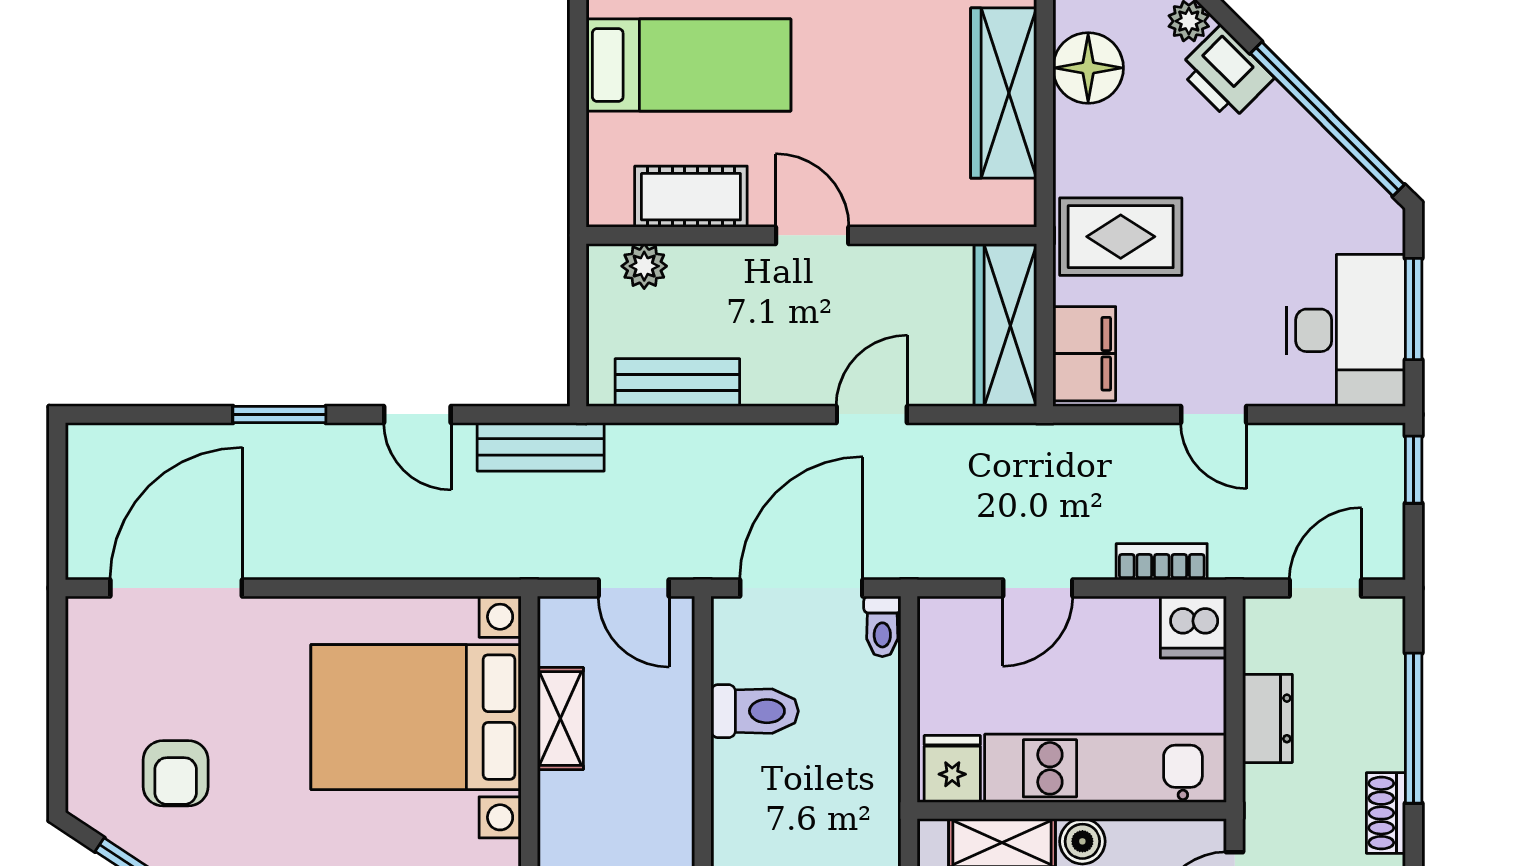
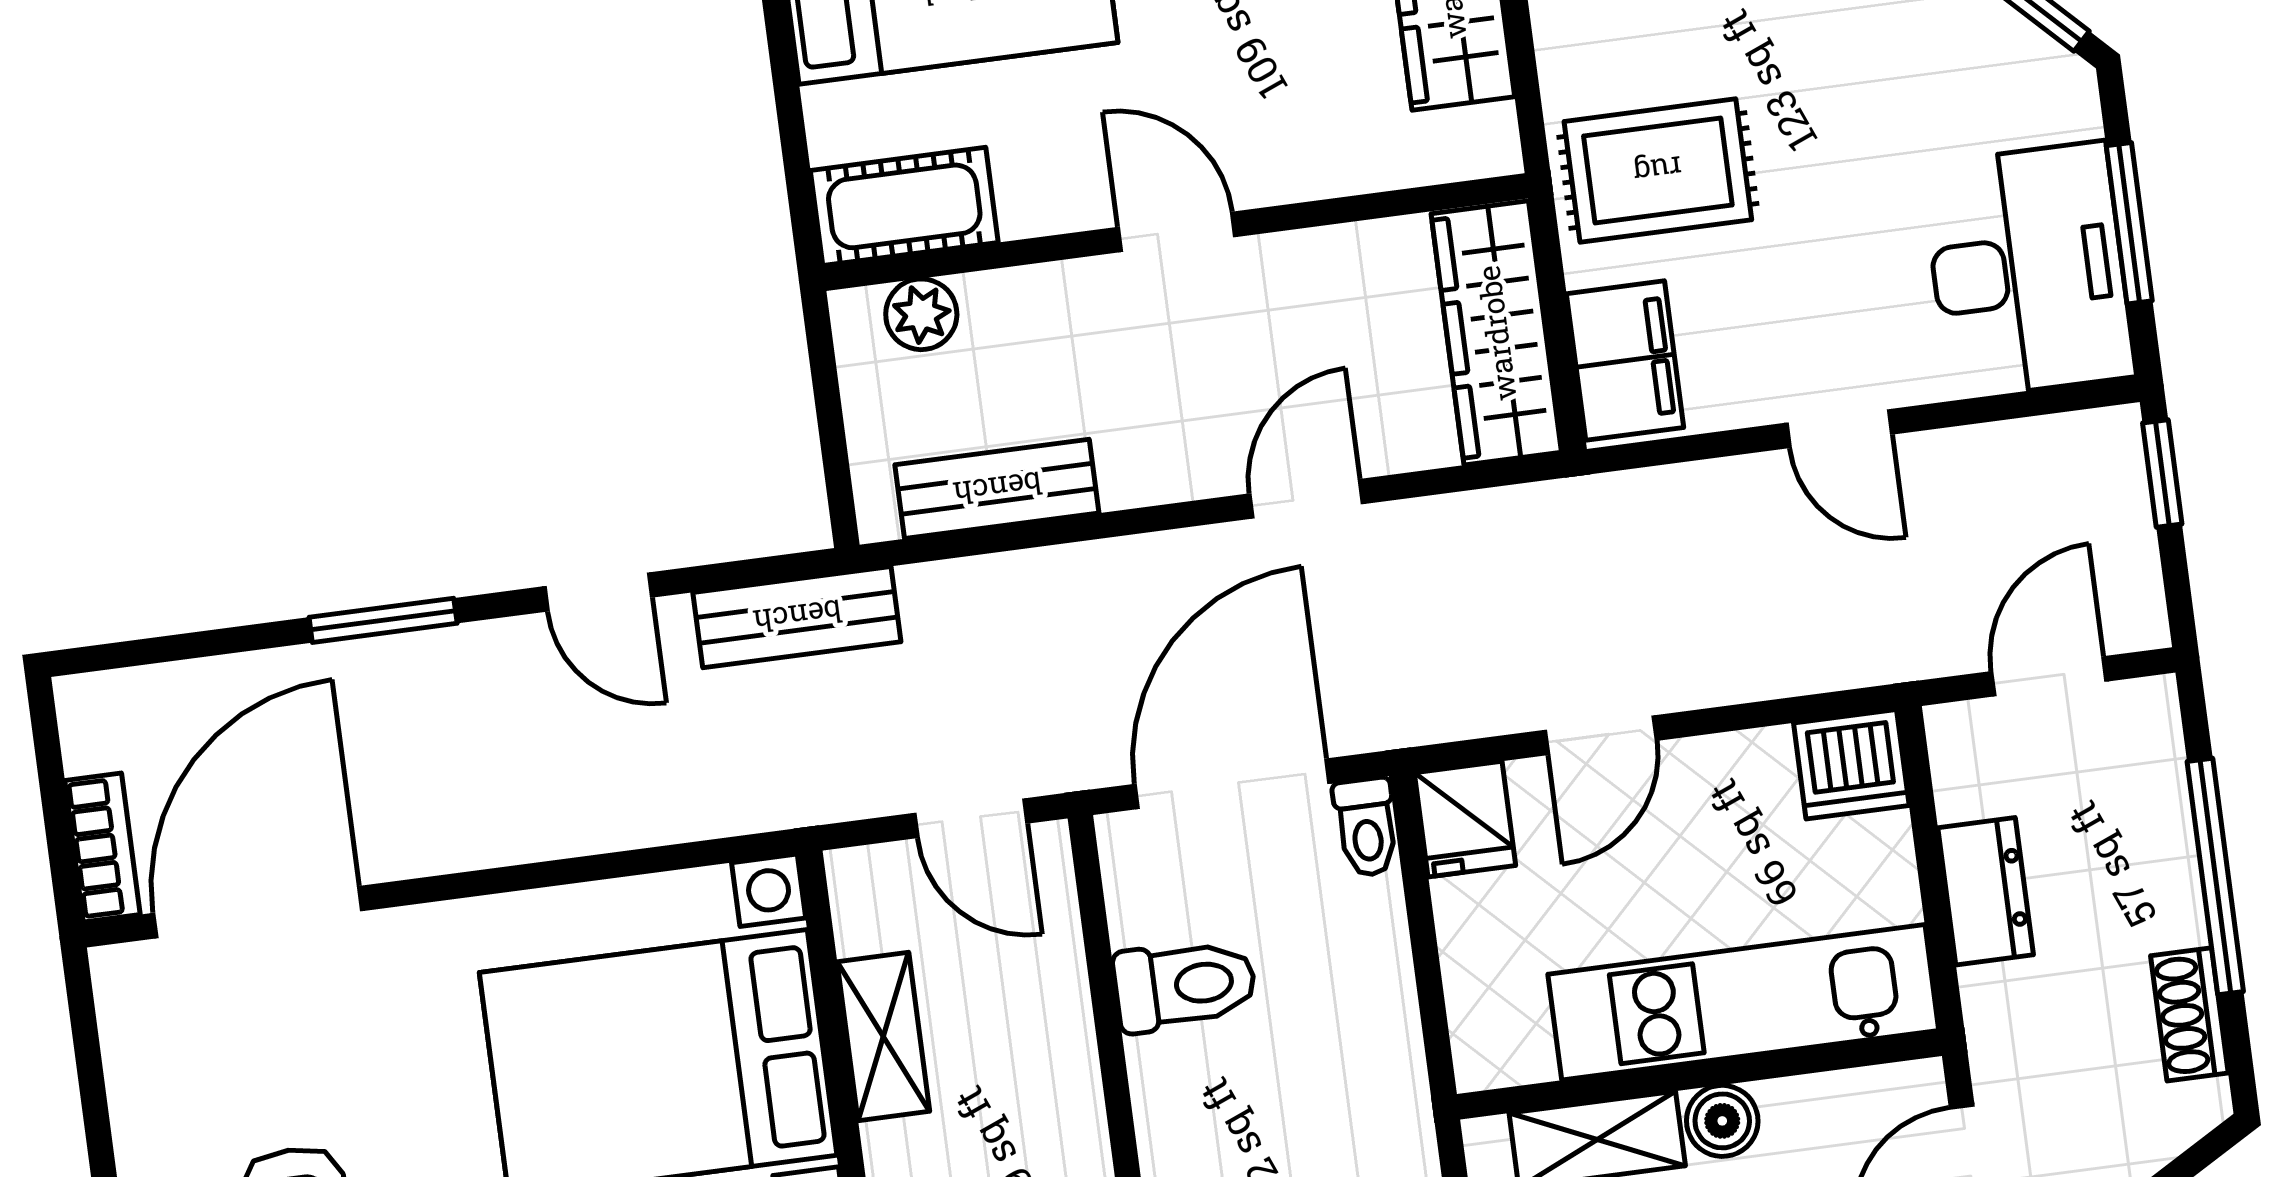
cot: (691, 197) -> (904, 206), moved
bookcase: (1162, 562) -> (102, 848), moved, turned 90
fridge: (952, 769) -> (1465, 819), moved, turned 180

